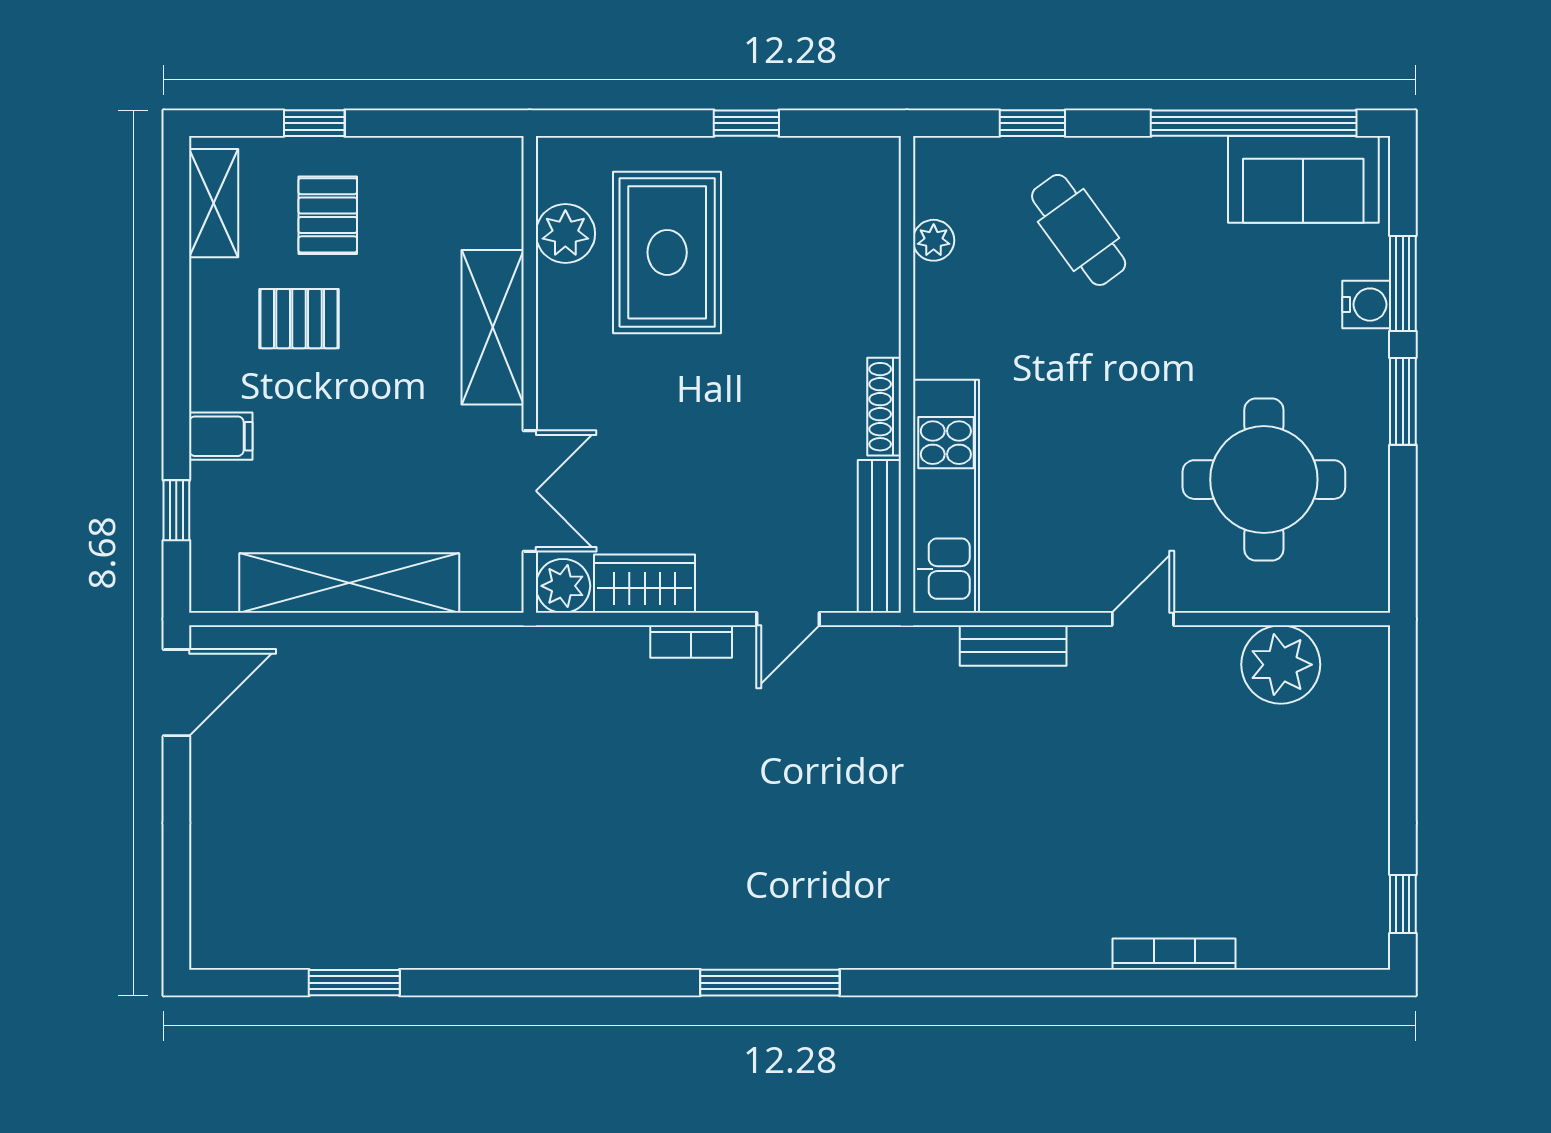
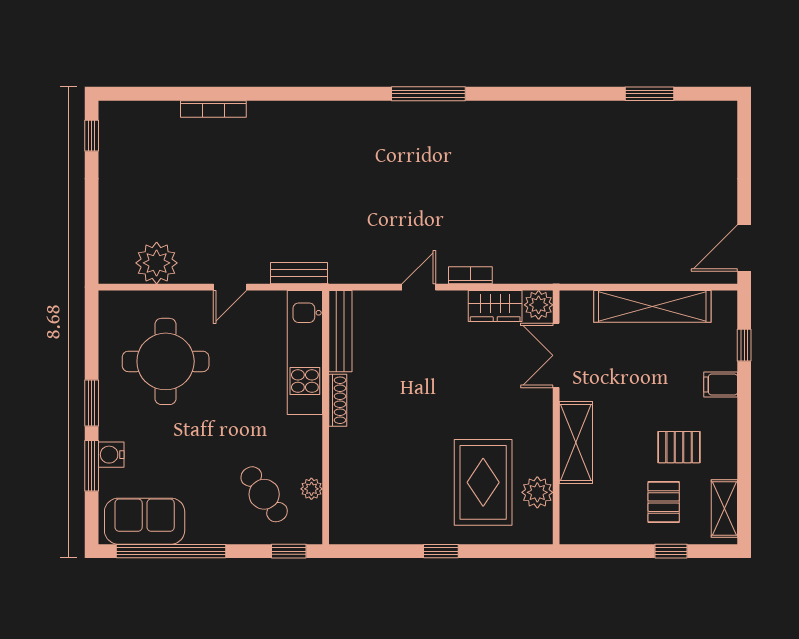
plant: (934, 240) -> (311, 489), moved
wall: (907, 374) -> (326, 417), moved
shoe rack: (884, 407) -> (338, 400), moved
kitchen unit: (946, 496) -> (305, 353), moved
bench: (879, 536) -> (340, 331), moved

